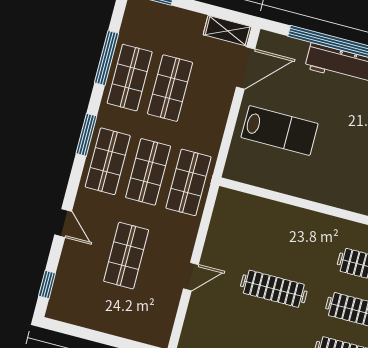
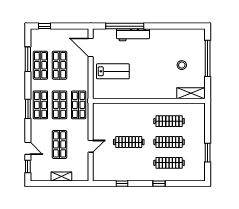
shelving: (228, 31) -> (61, 177), moved
door: (246, 68) -> (91, 48), swing flipped
window: (86, 135) -> (28, 109), moved
door: (63, 223) -> (28, 148), moved

